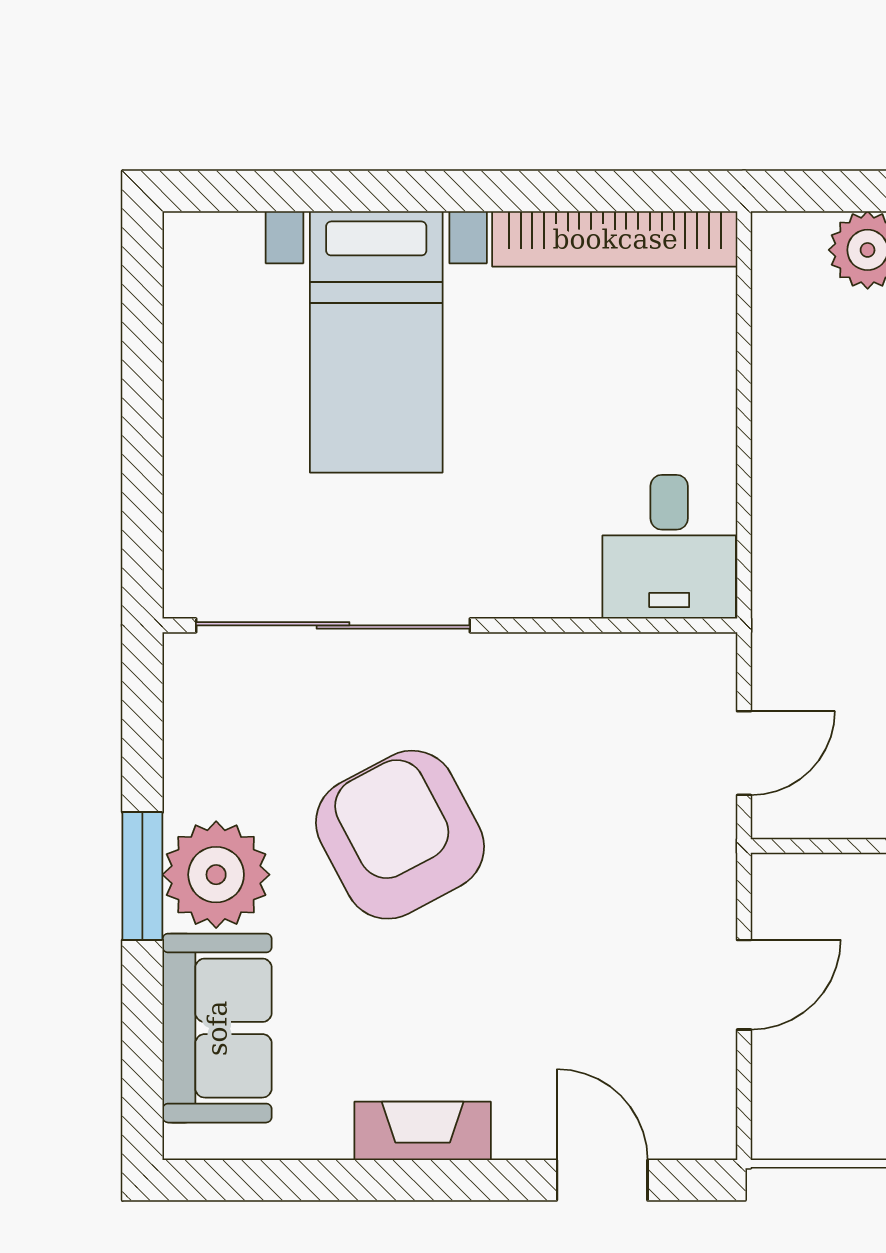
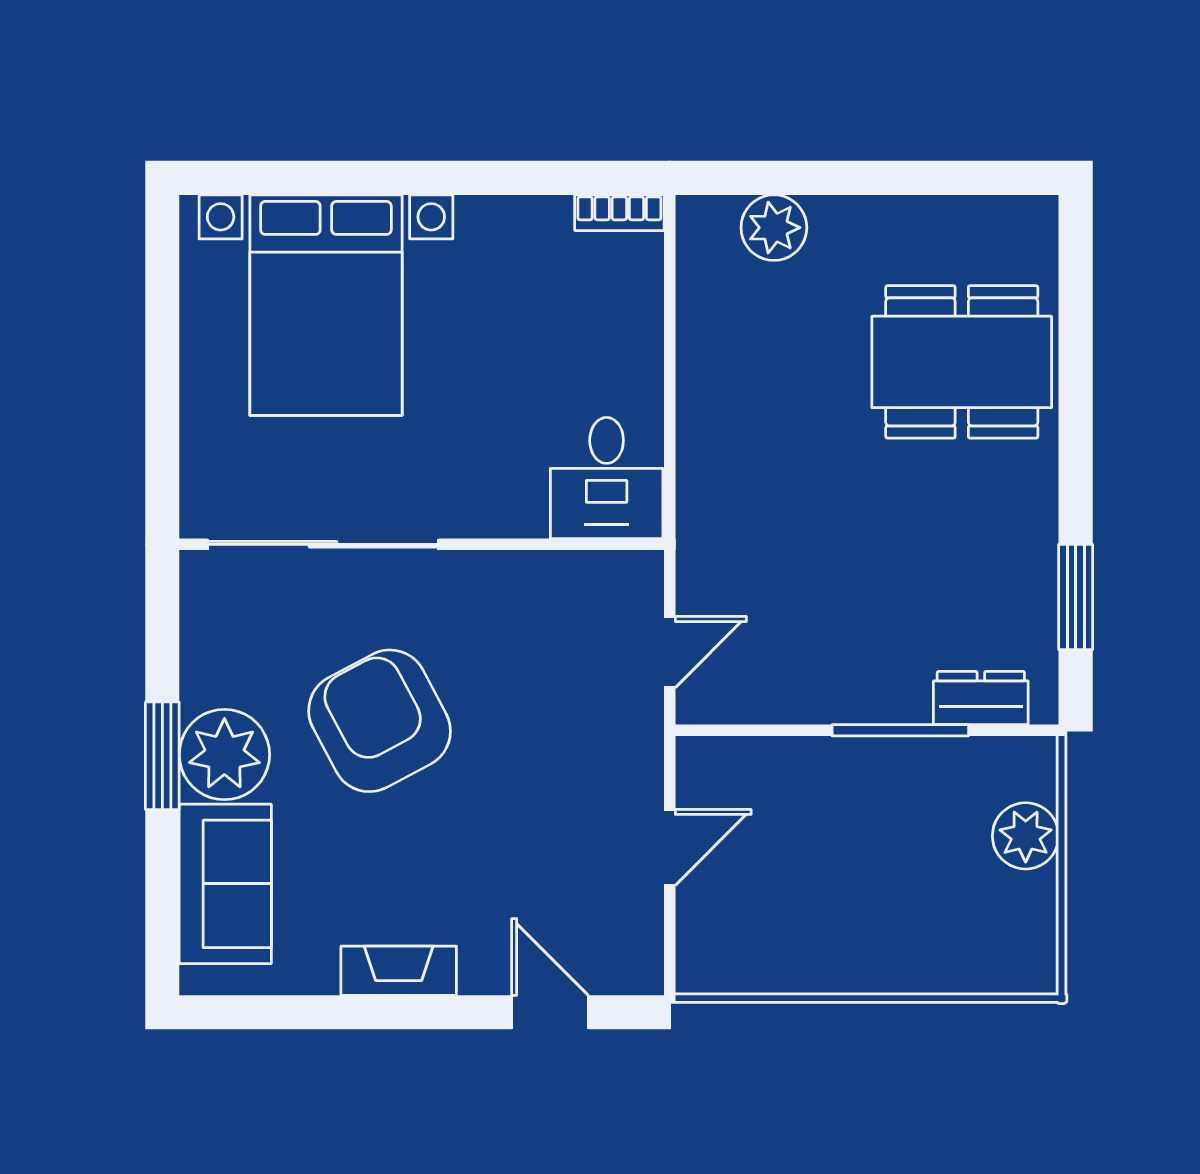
bookcase: (615, 239) -> (619, 213), width x0.43, depth x0.76
bed with nightstands: (376, 342) -> (326, 305), width x1.36

